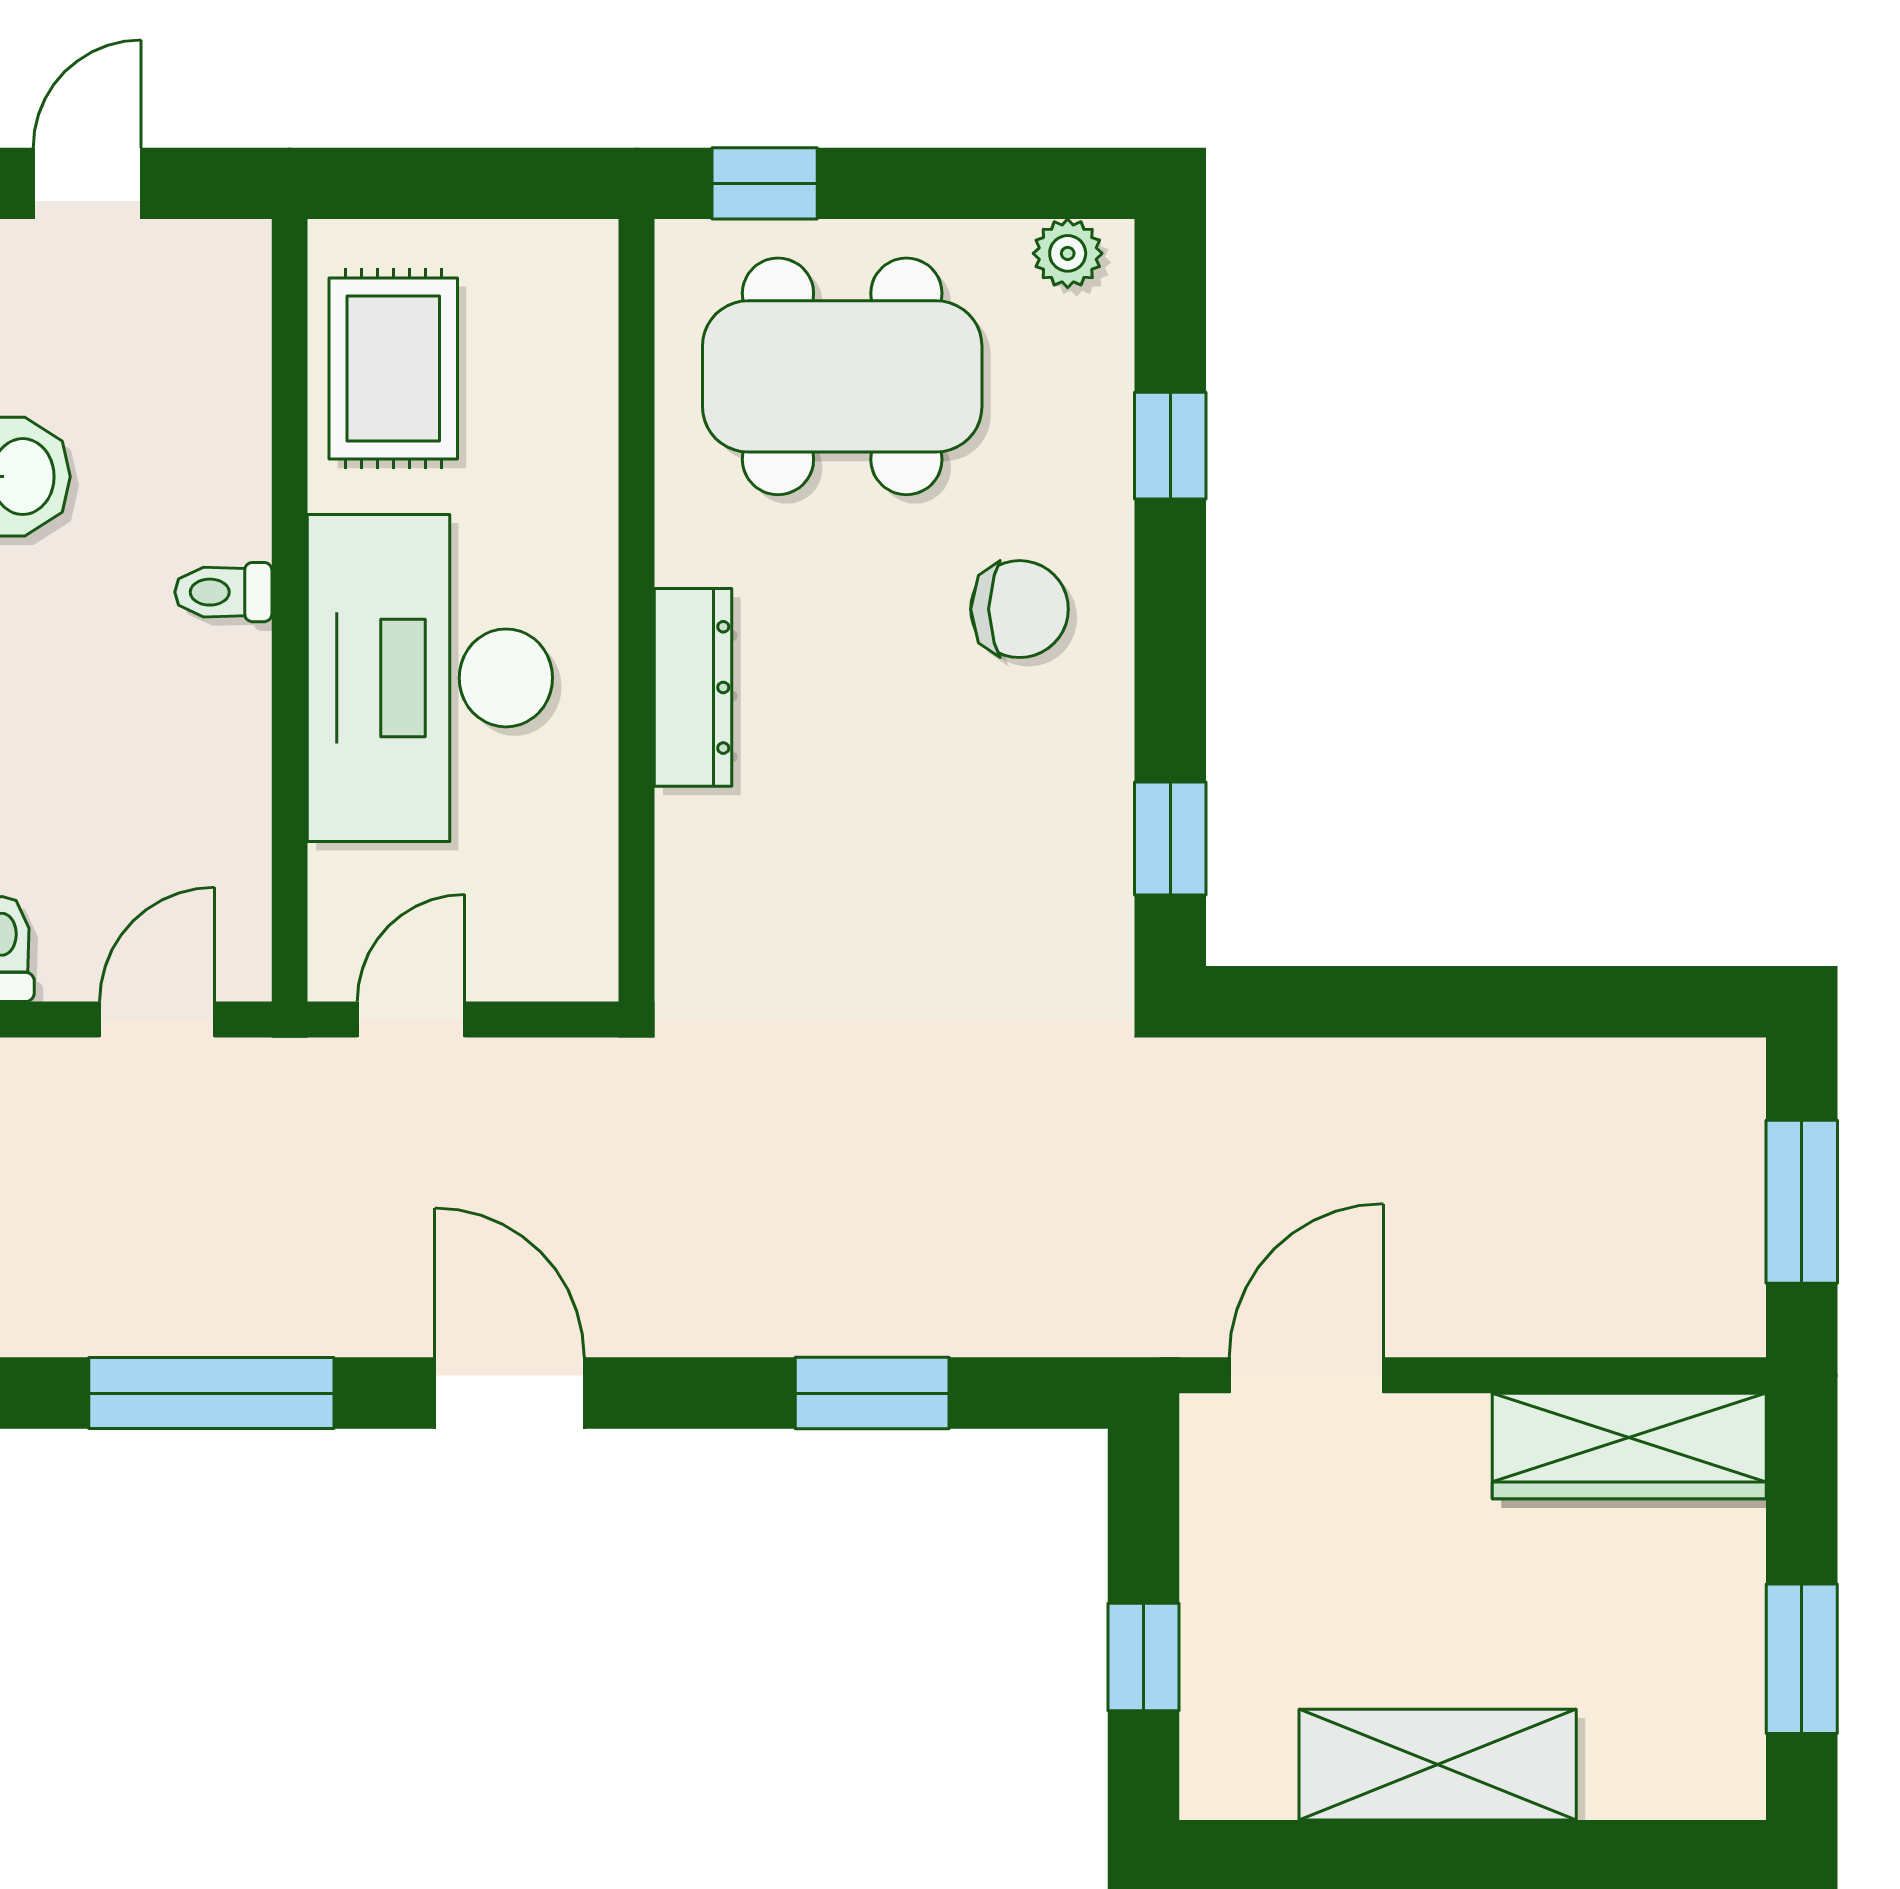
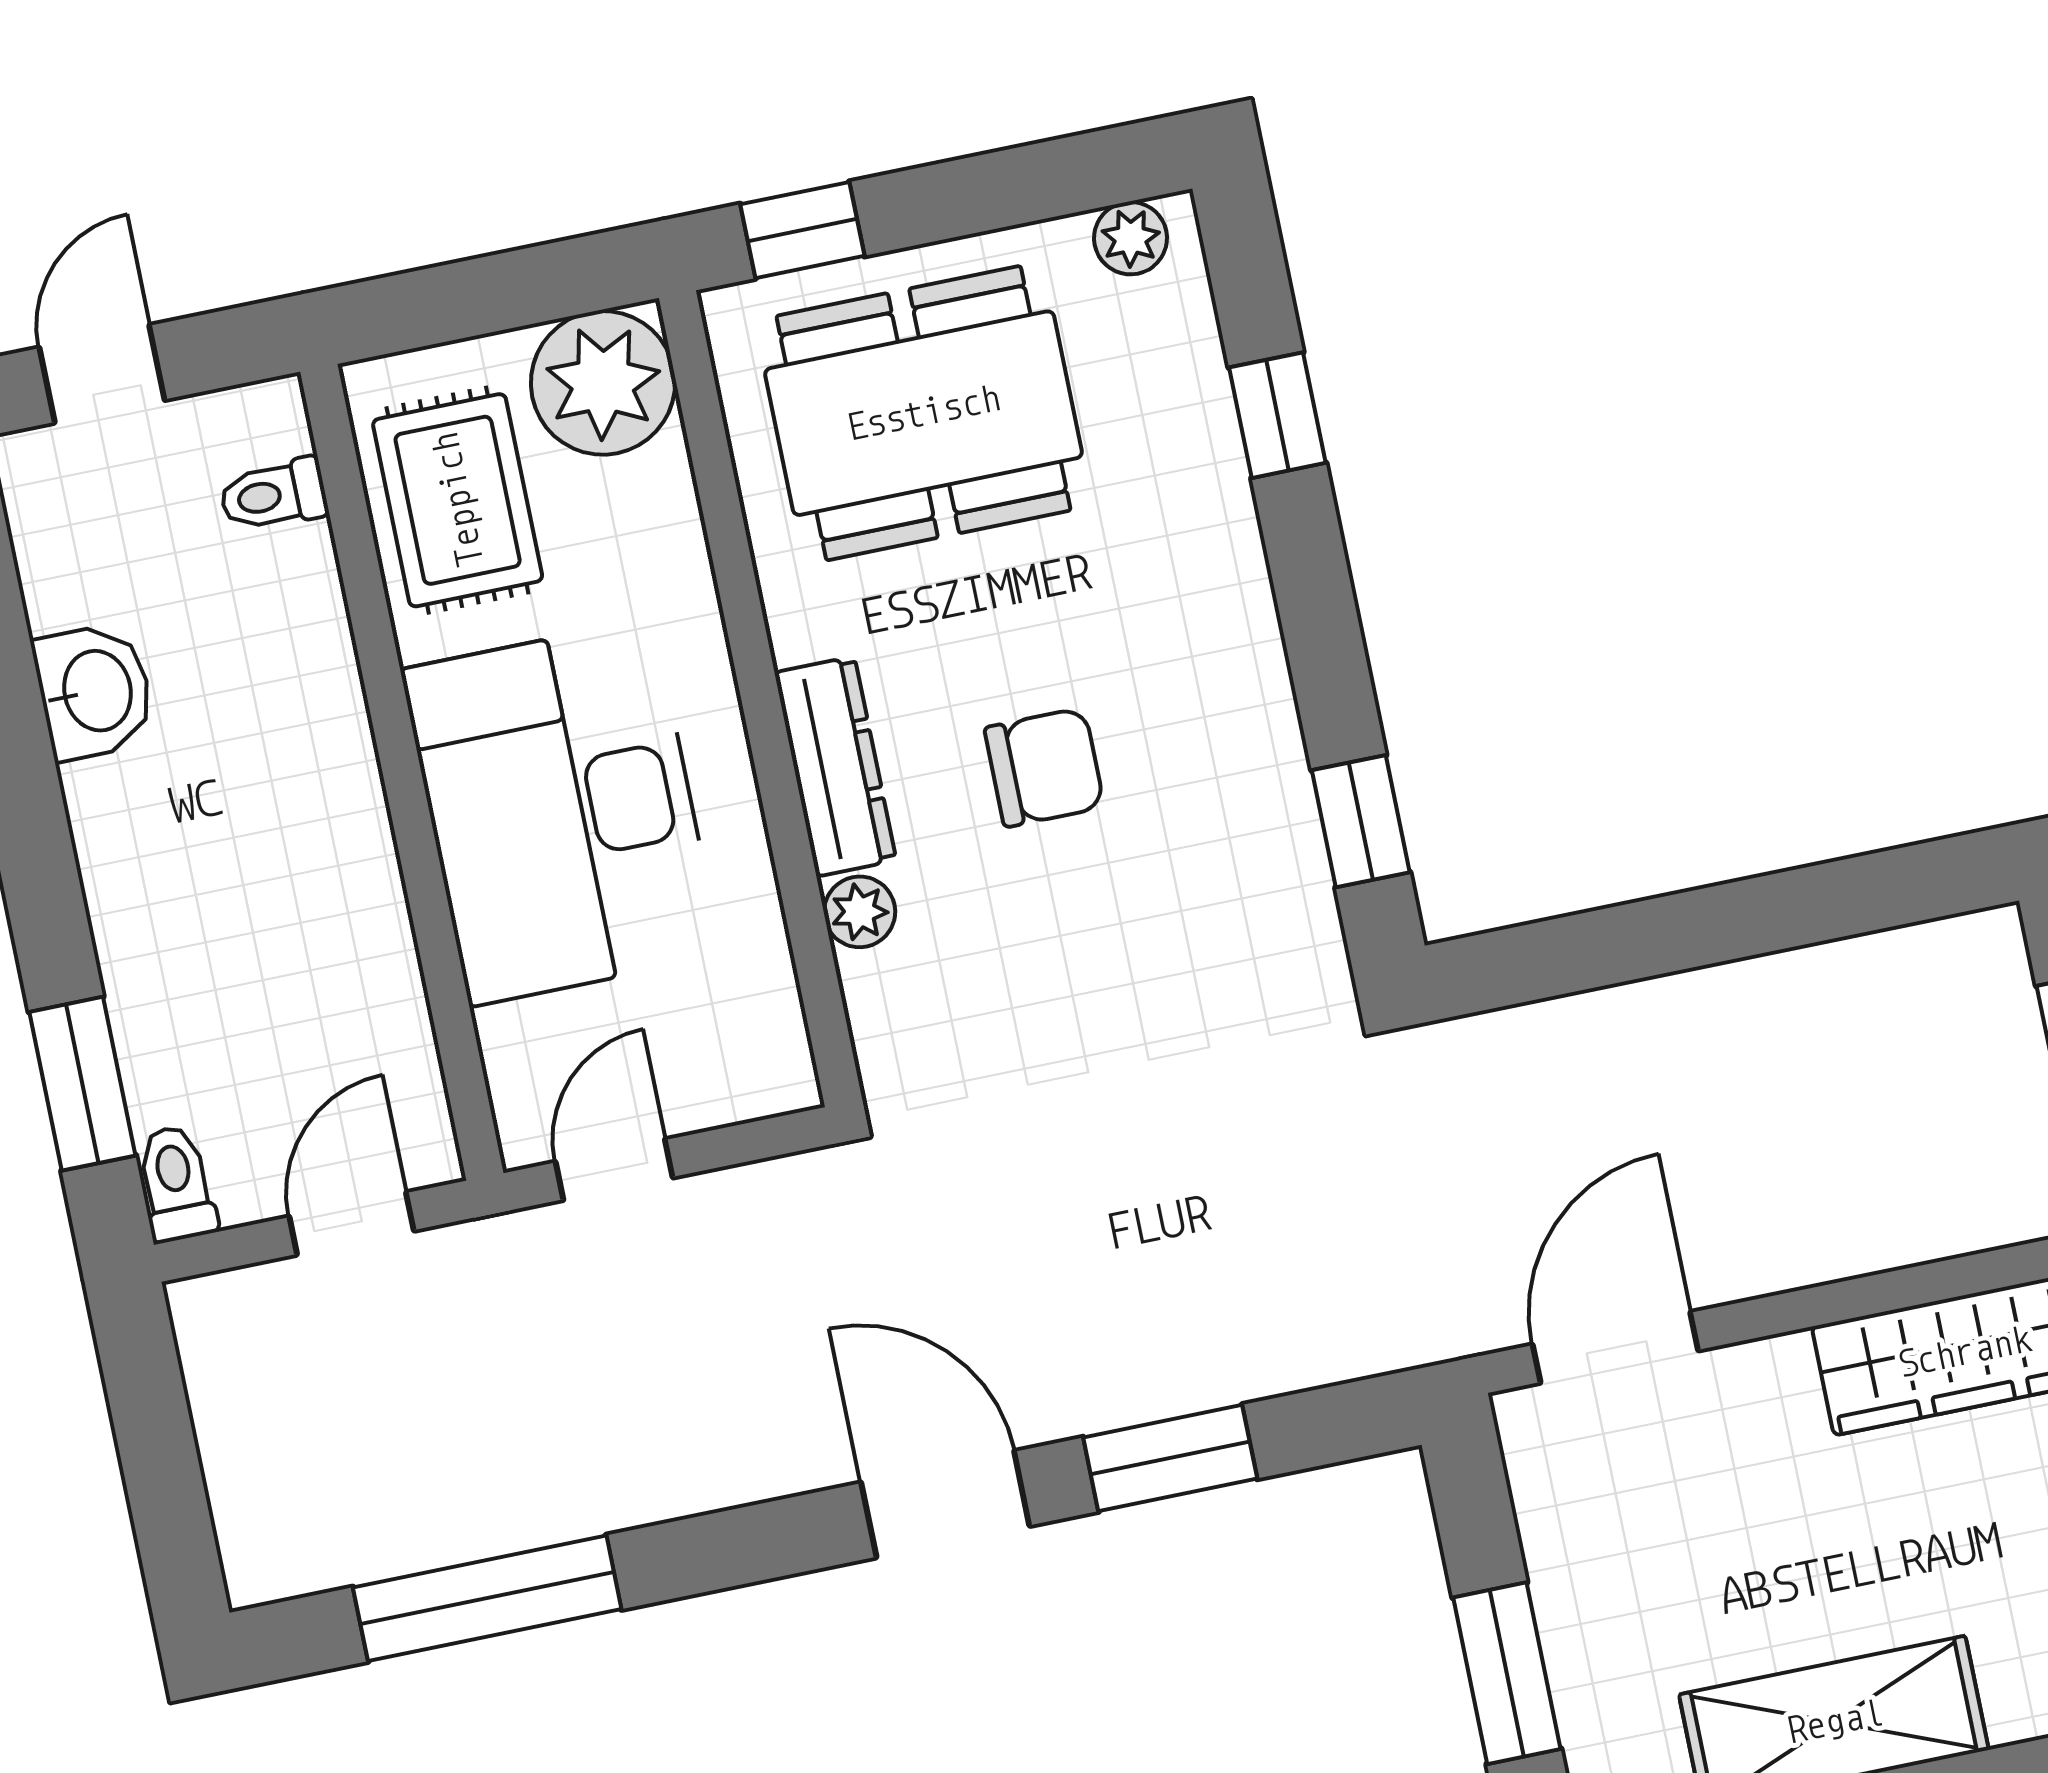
plant: (551, 287) -> (603, 383), added
toilet: (223, 592) -> (273, 495), moved
chair: (1020, 609) -> (1044, 767), moved
plant: (688, 827) -> (860, 912), added
door: (510, 1393) -> (945, 1504), moved
window: (1144, 1657) -> (1507, 1673), width x1.50

